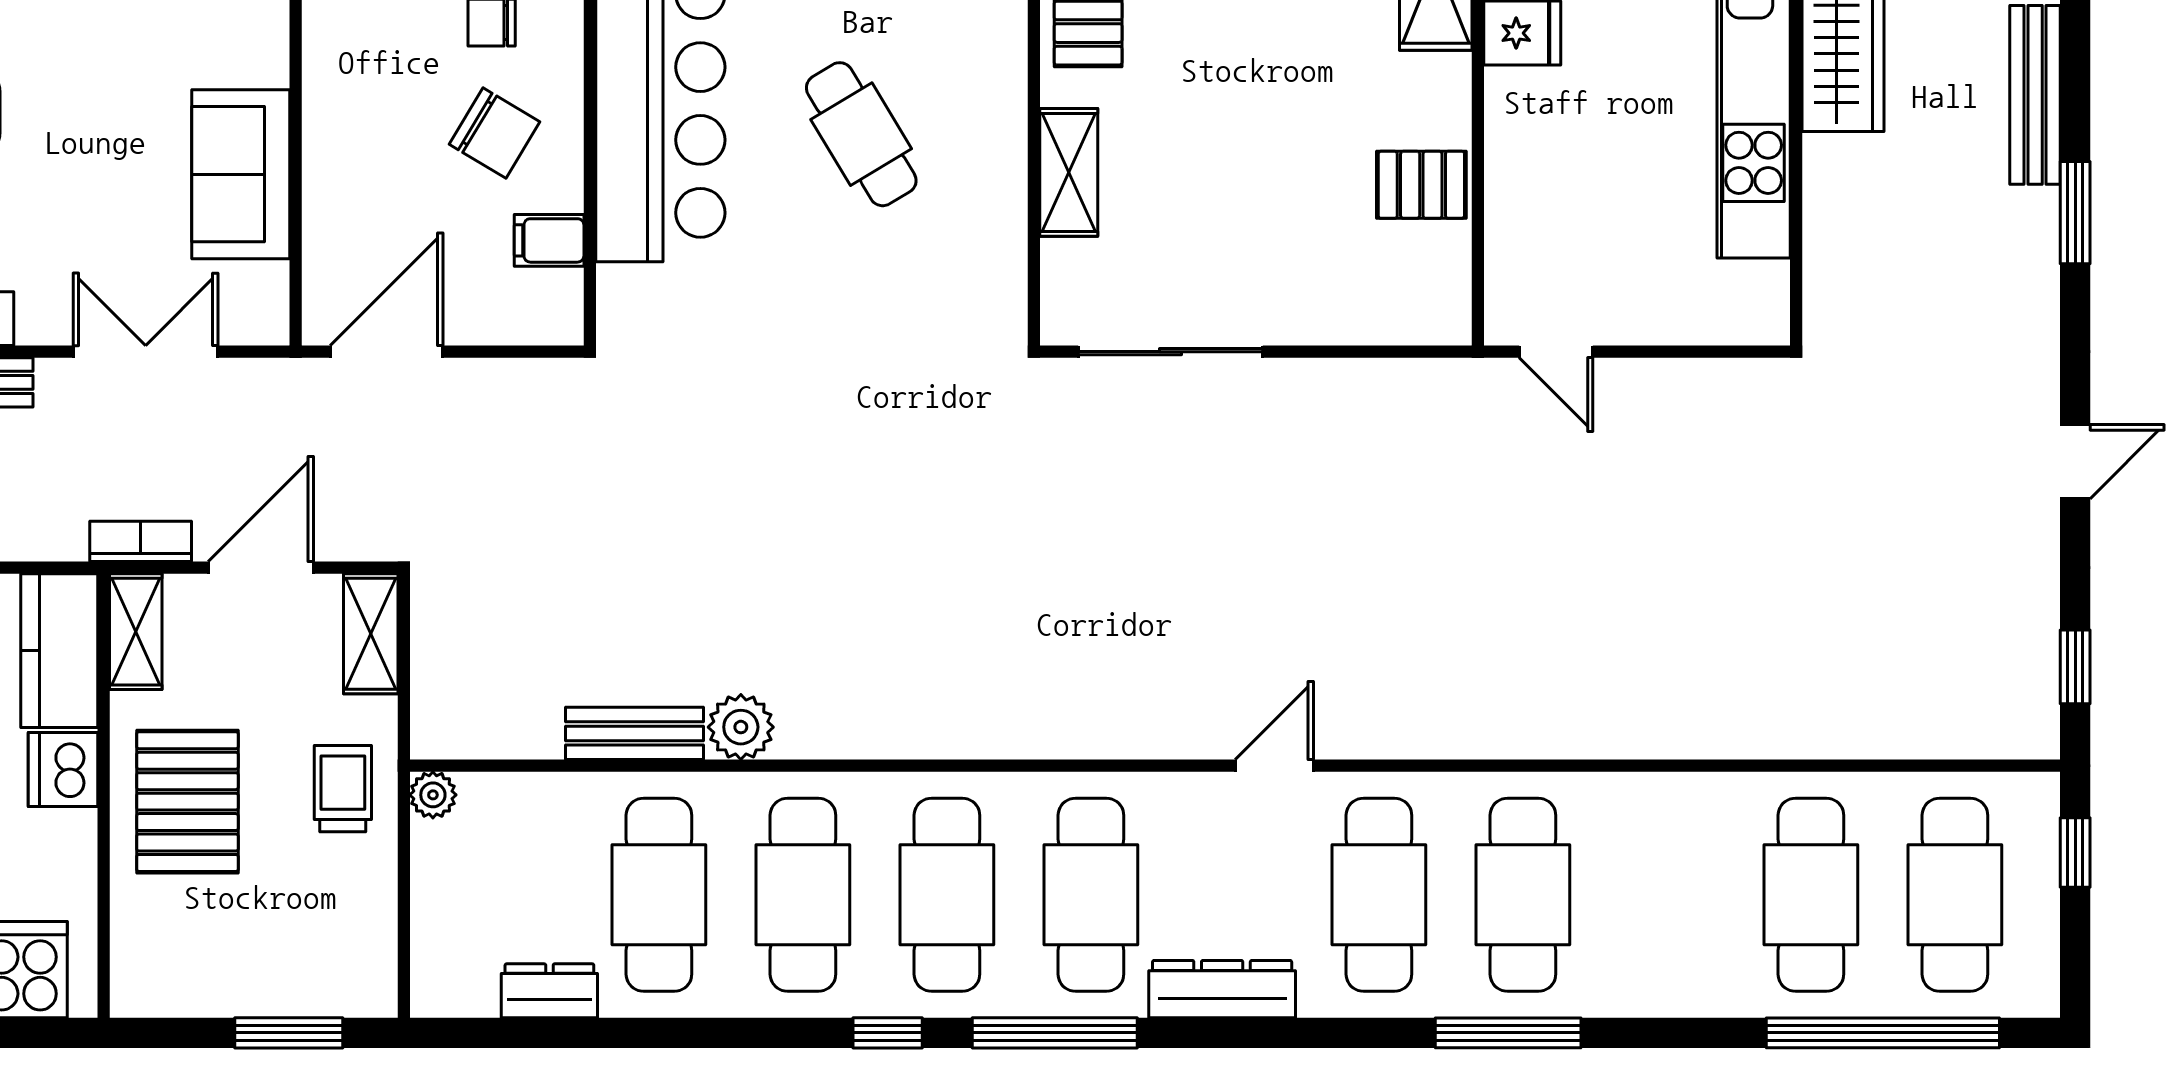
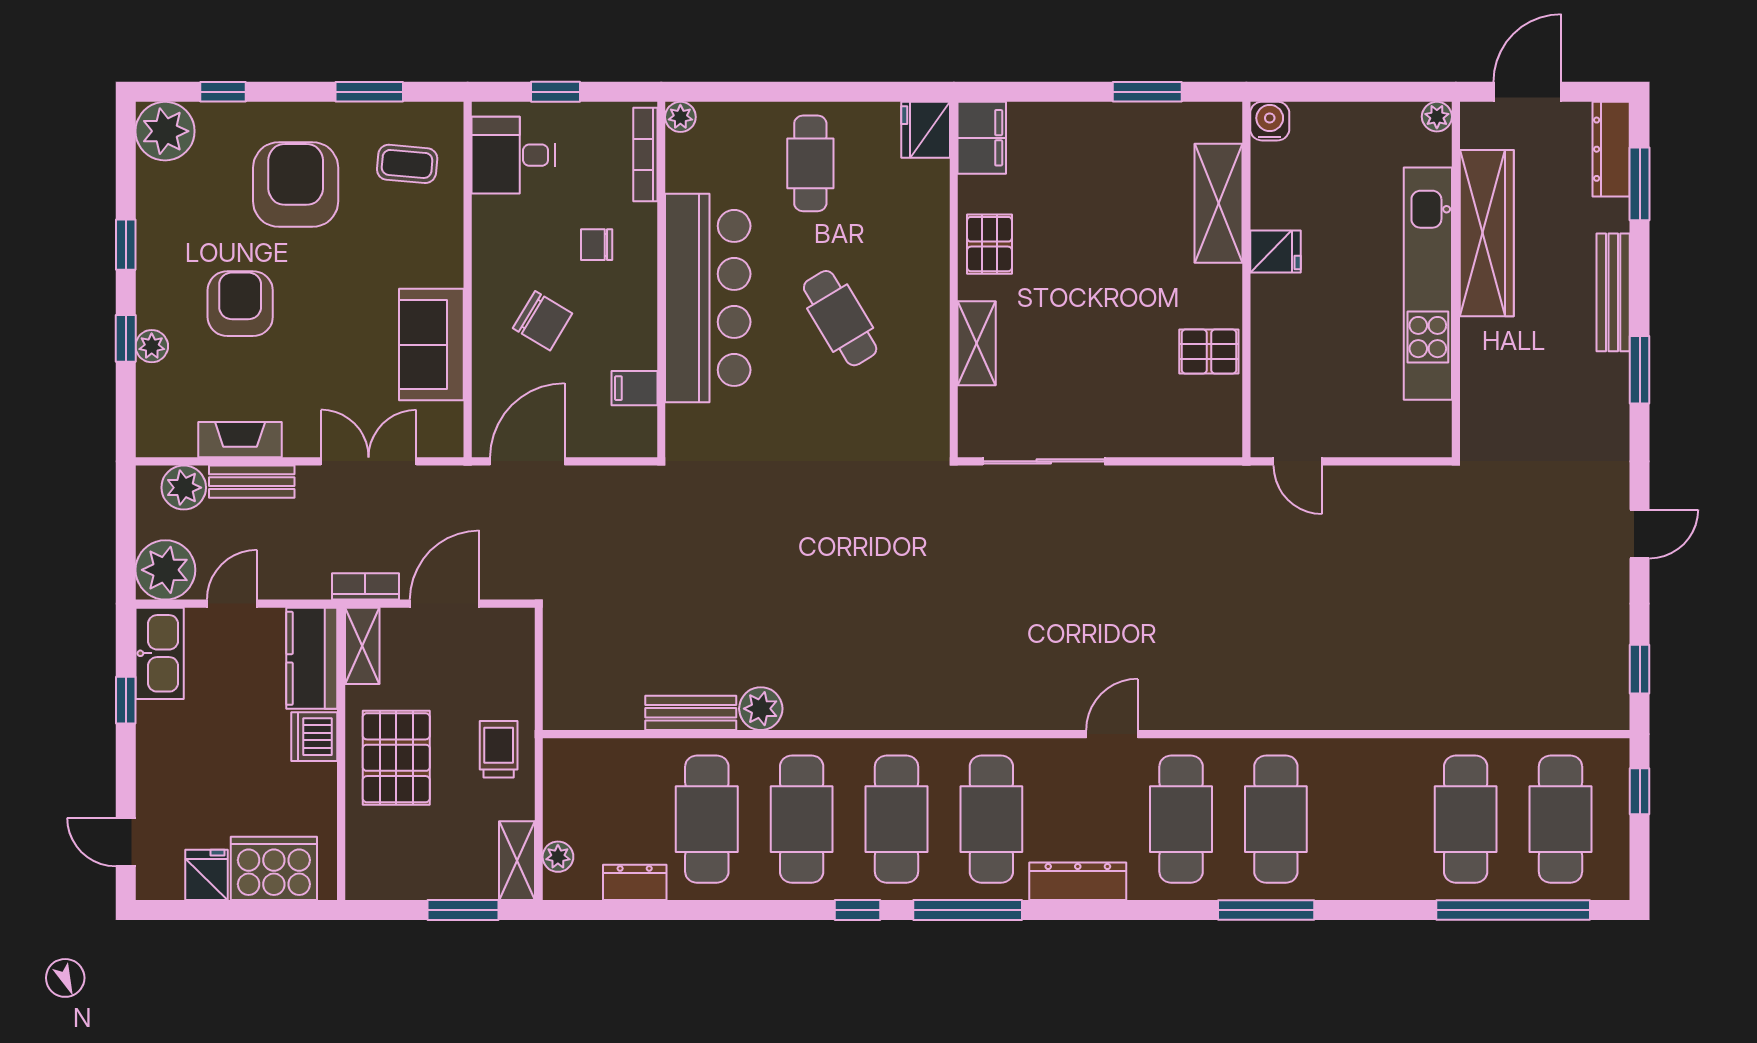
chair: (494, 133) -> (543, 321), moved
shelving: (371, 634) -> (517, 861), moved
plant: (433, 795) -> (558, 857), moved

